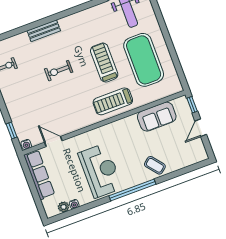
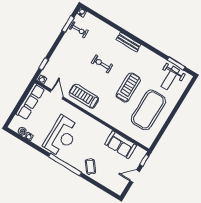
bench: (44, 31) -> (128, 42), moved
treadmill: (113, 101) -> (84, 96), moved

